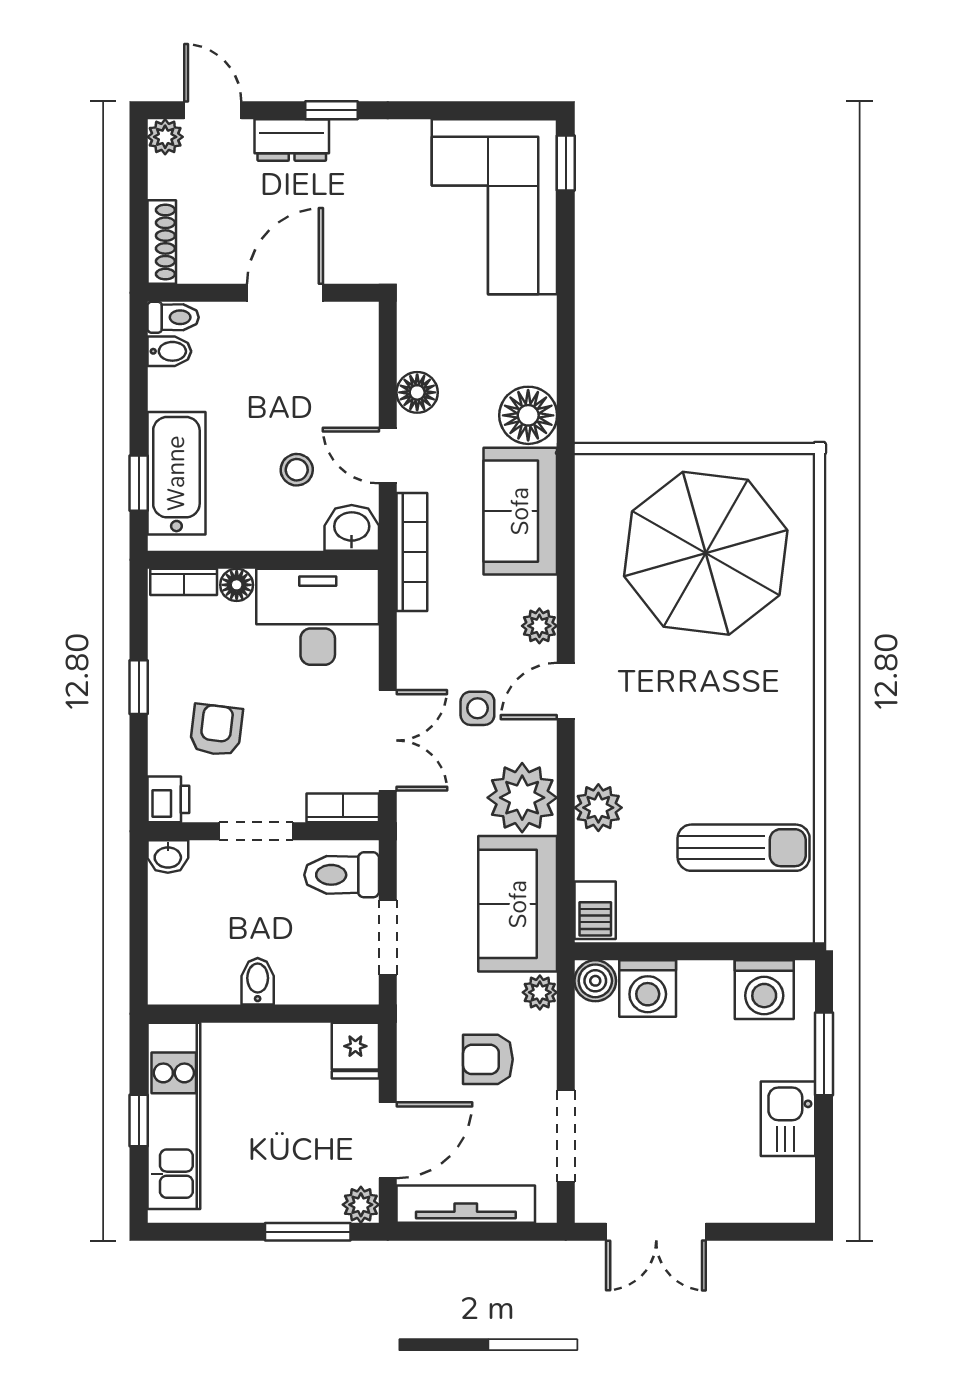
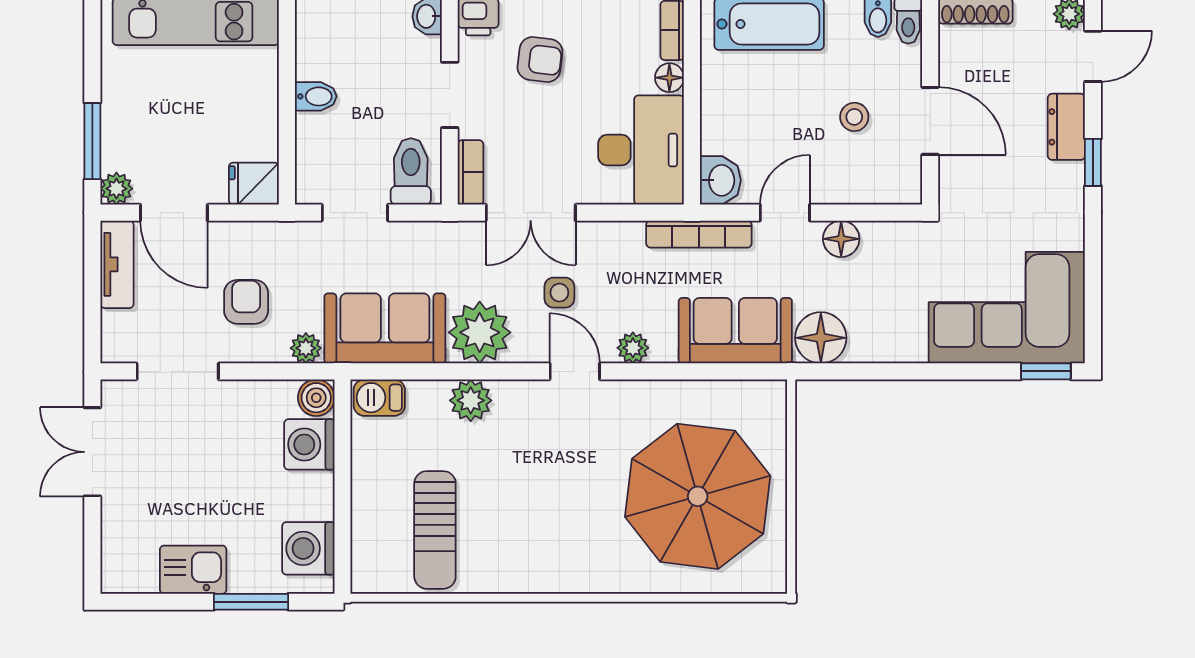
stool: (297, 470) -> (854, 117), moved
tv unit: (466, 1204) -> (117, 264), width x0.71

